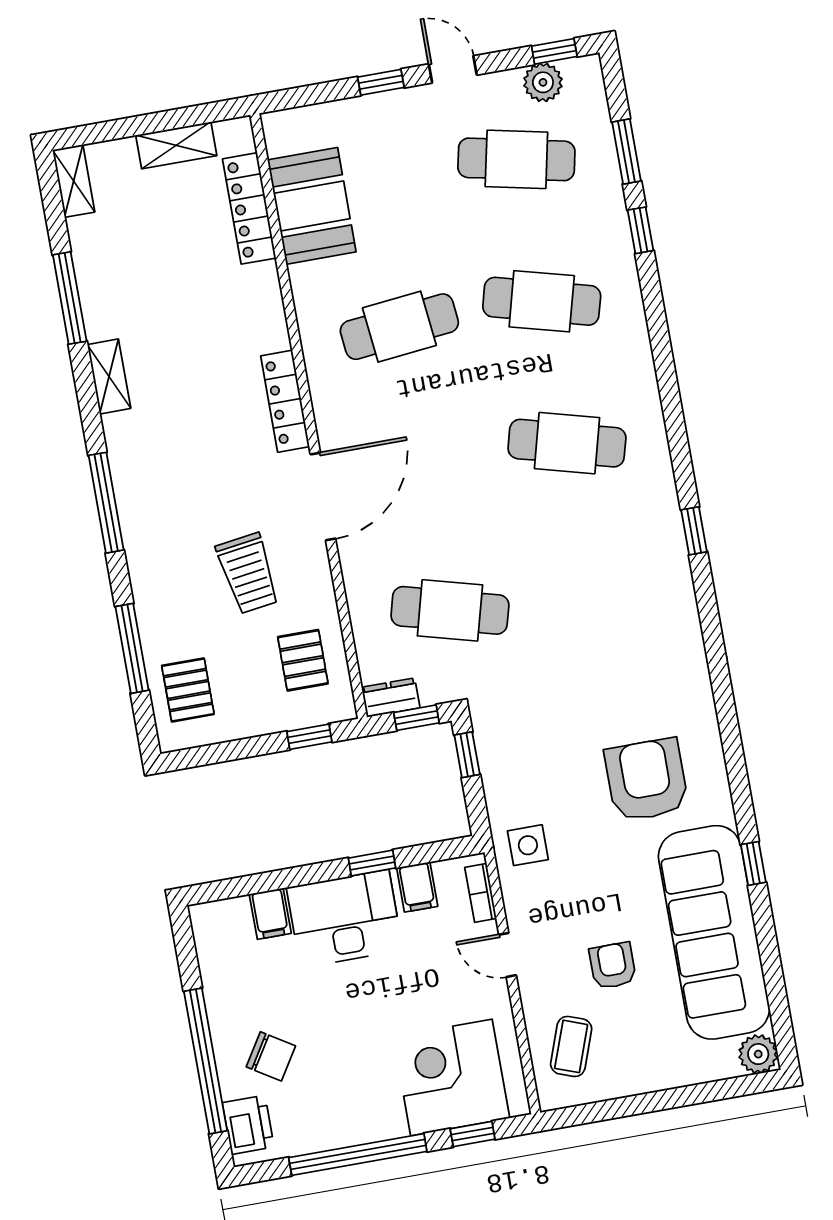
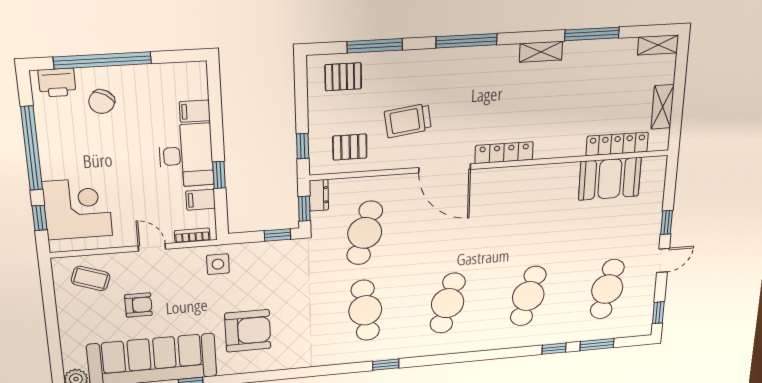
plant: (543, 82) -> (644, 306), removed
cafe table: (399, 327) -> (365, 310), moved
door: (508, 955) -> (152, 247), hinge flipped

